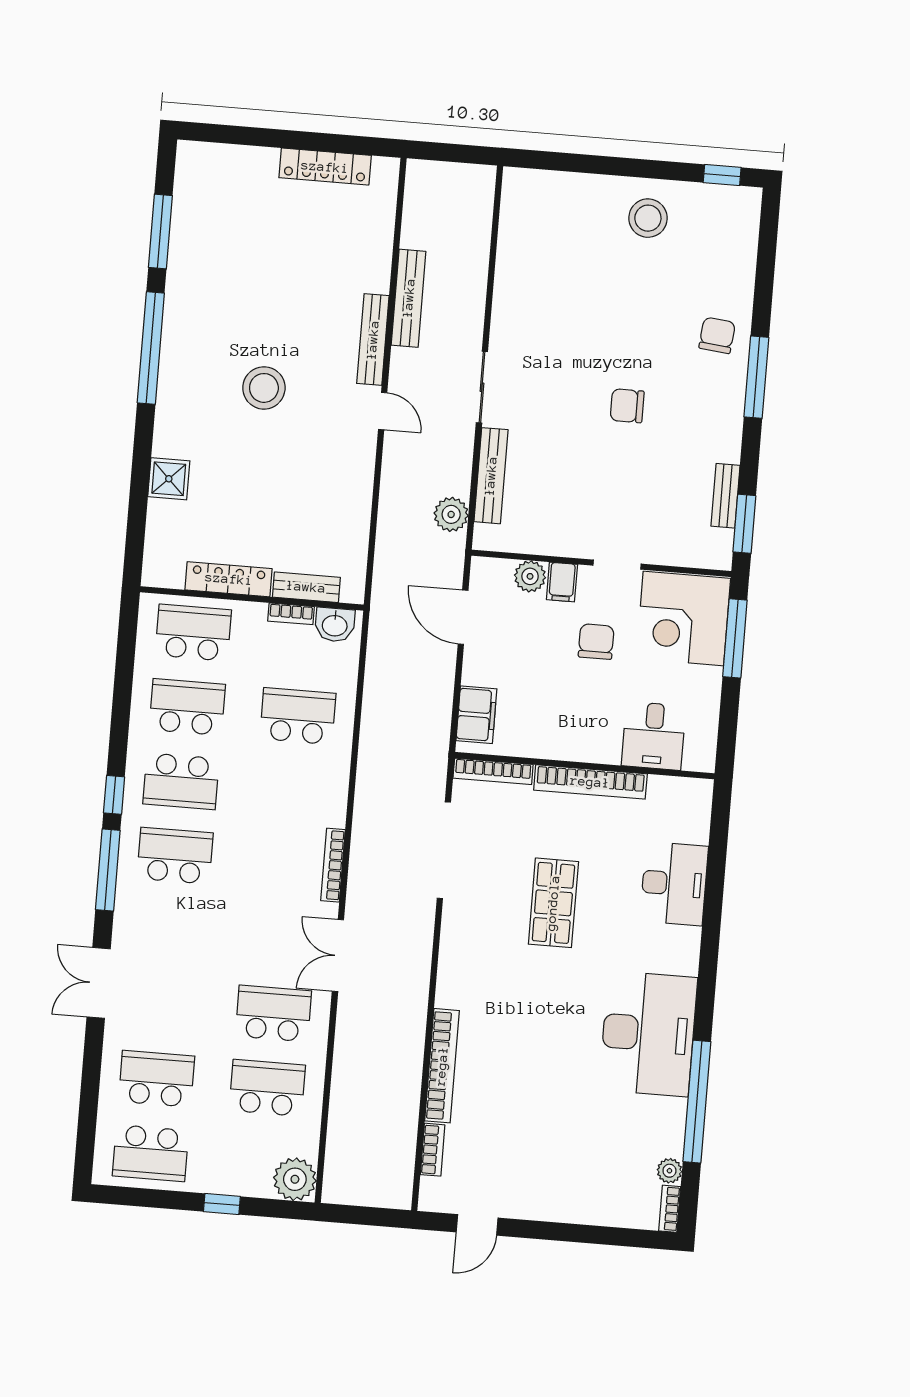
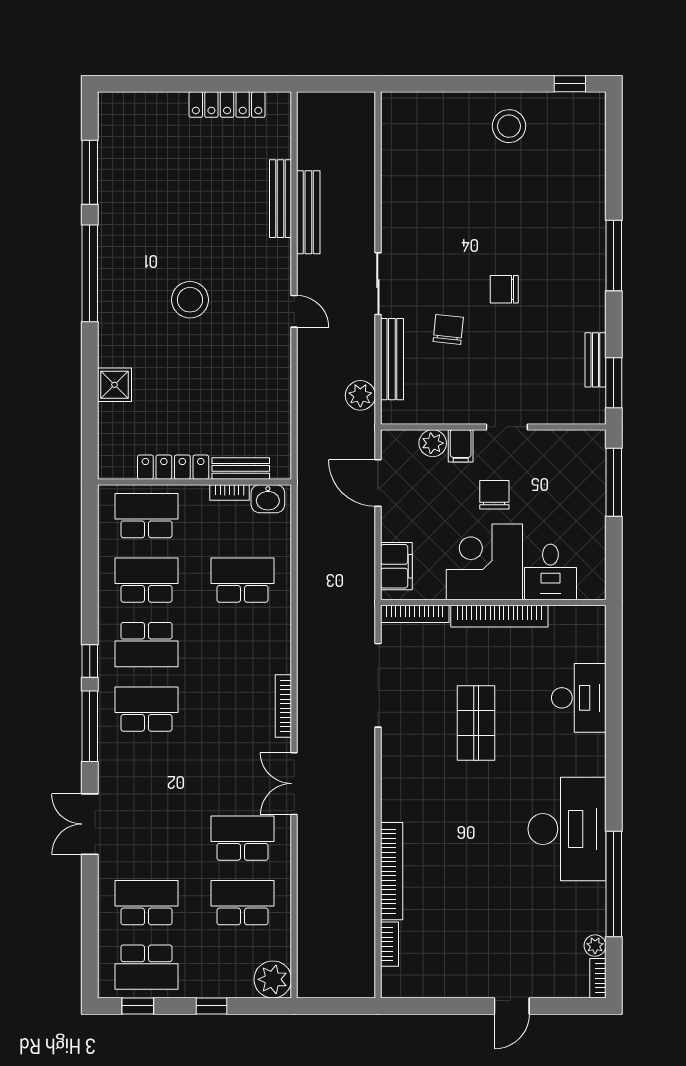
chair: (717, 335) -> (448, 329), moved
bench: (373, 340) -> (281, 199), moved
corner desk: (683, 618) -> (484, 562), moved, turned 90
window: (137, 1197) -> (138, 1006), added
door: (477, 1225) -> (512, 1006), moved

